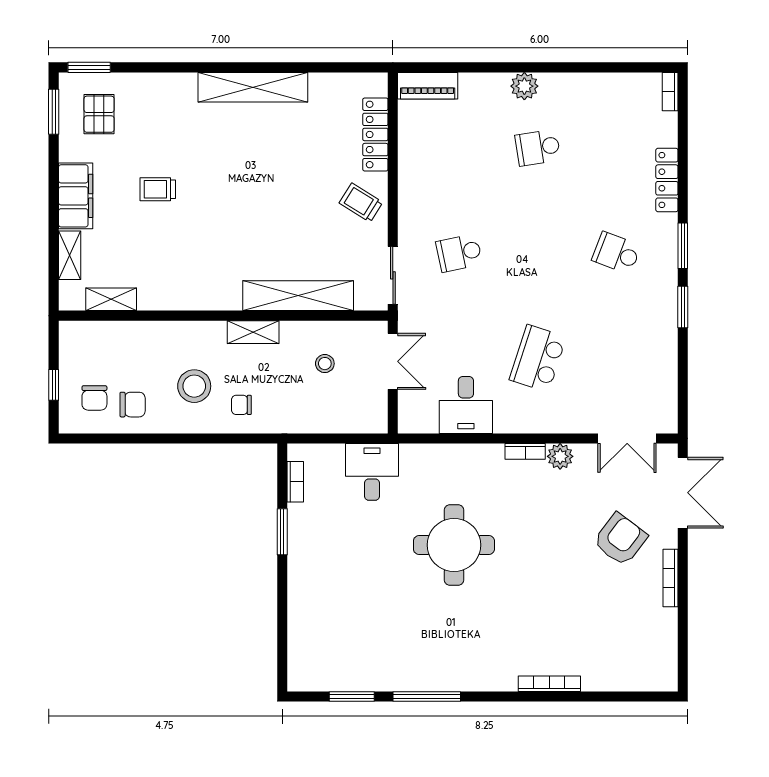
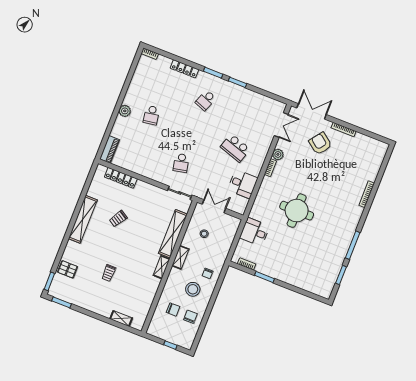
pallet: (99, 114) -> (68, 269), moved
filing cabinet: (76, 196) -> (98, 307), removed
trolley: (361, 203) -> (118, 219), moved
shelving: (111, 299) -> (162, 267), moved
chair: (94, 398) -> (173, 309), moved

